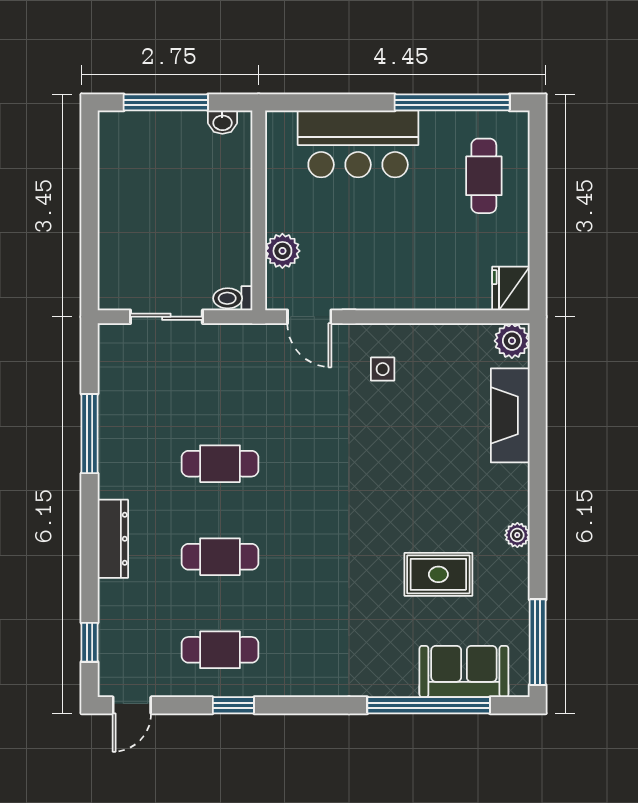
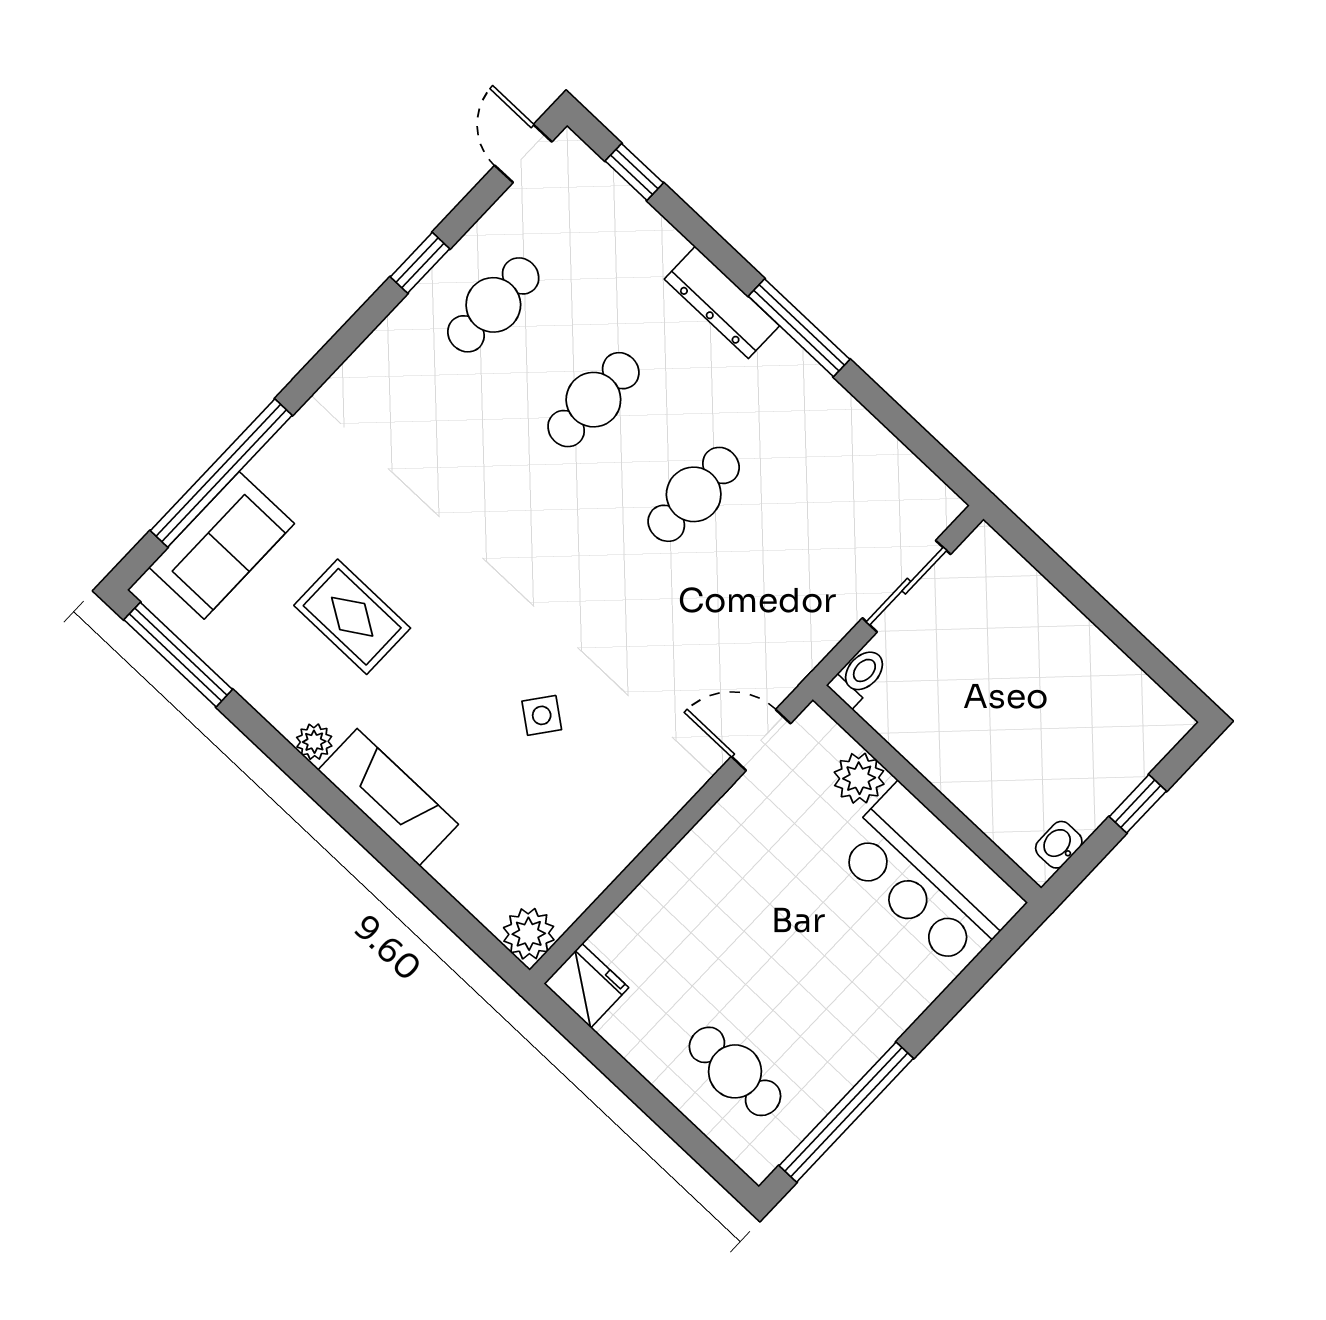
window: (166, 102) -> (1138, 804), width x0.46
bar counter: (358, 144) -> (929, 877), moved, turned -90
side table: (383, 369) -> (542, 715), moved, turned 37
fireplace: (510, 415) -> (388, 797), moved
window: (89, 434) -> (799, 328), moved
rug: (438, 574) -> (352, 617), turned 90

